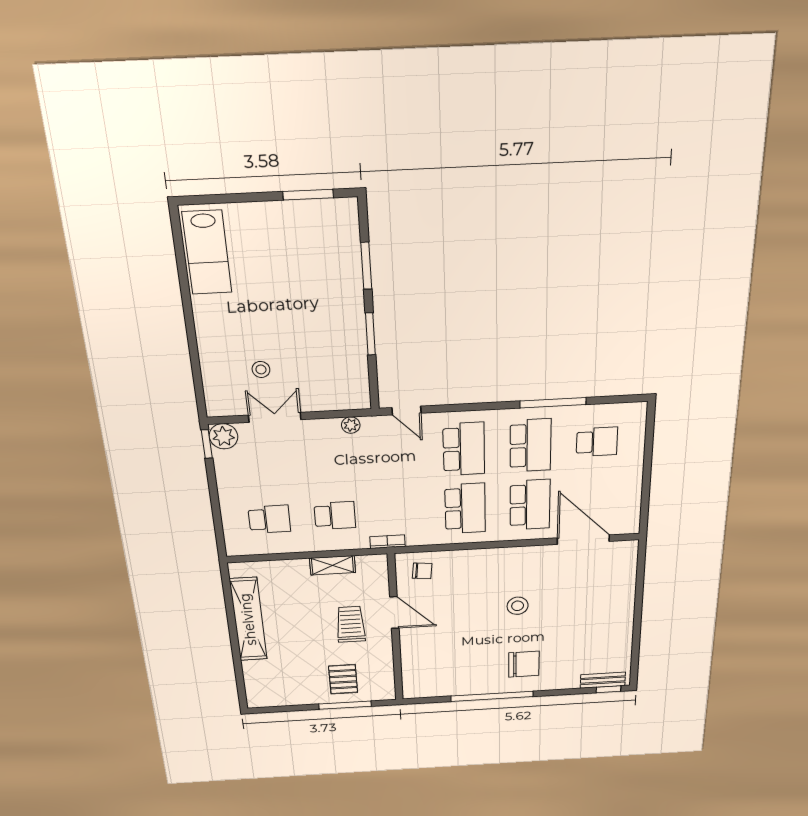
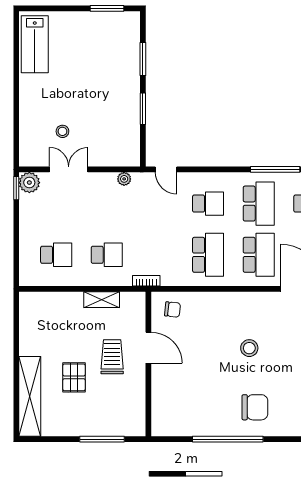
school desk: (464, 449) -> (208, 204), width x0.54
shelving: (248, 619) -> (30, 396), moved
pallet: (343, 679) -> (74, 377), moved

